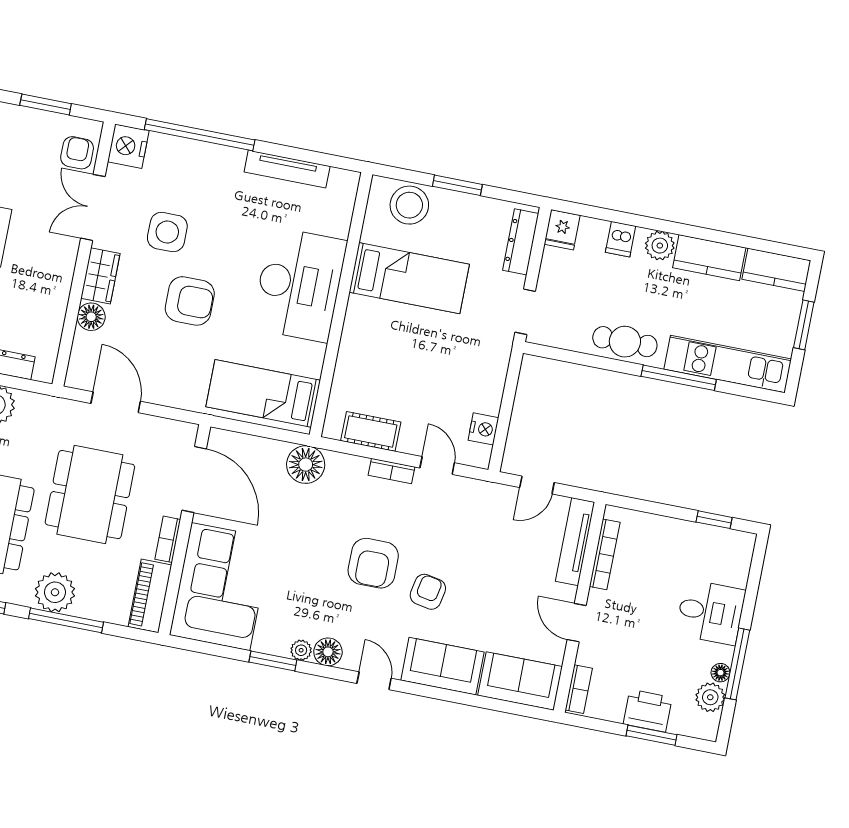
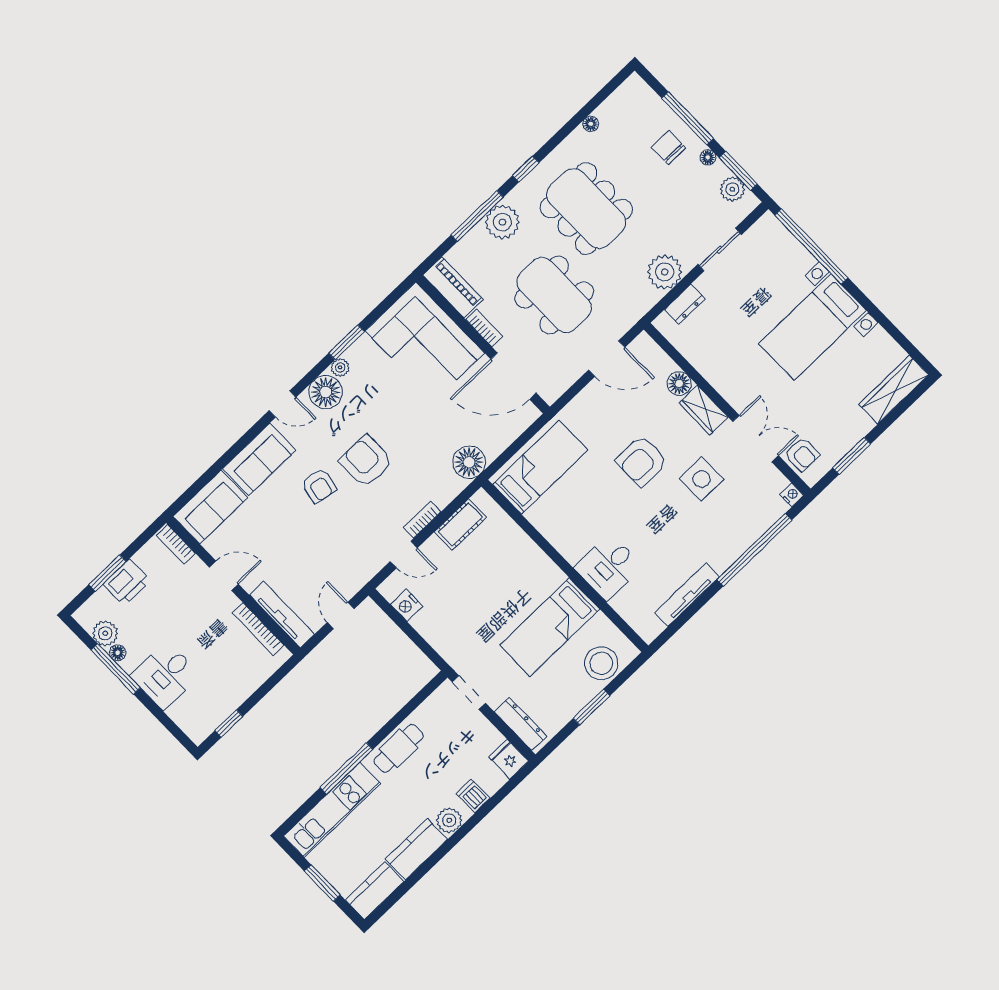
nightstand: (128, 146) -> (792, 495), width x0.53, depth x0.56
desk: (299, 285) -> (608, 567), width x0.53, depth x0.77
floor lamp: (328, 652) -> (326, 392), width x1.38, depth x1.38

